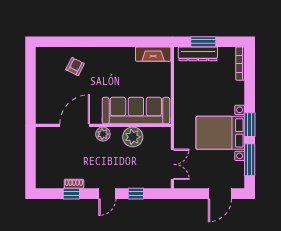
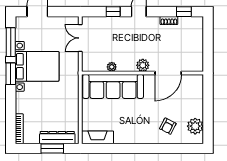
plant: (45, 66) -> (195, 126), added
plant: (133, 137) -> (112, 67), width x0.53, depth x0.53
window: (71, 194) -> (184, 12), moved

